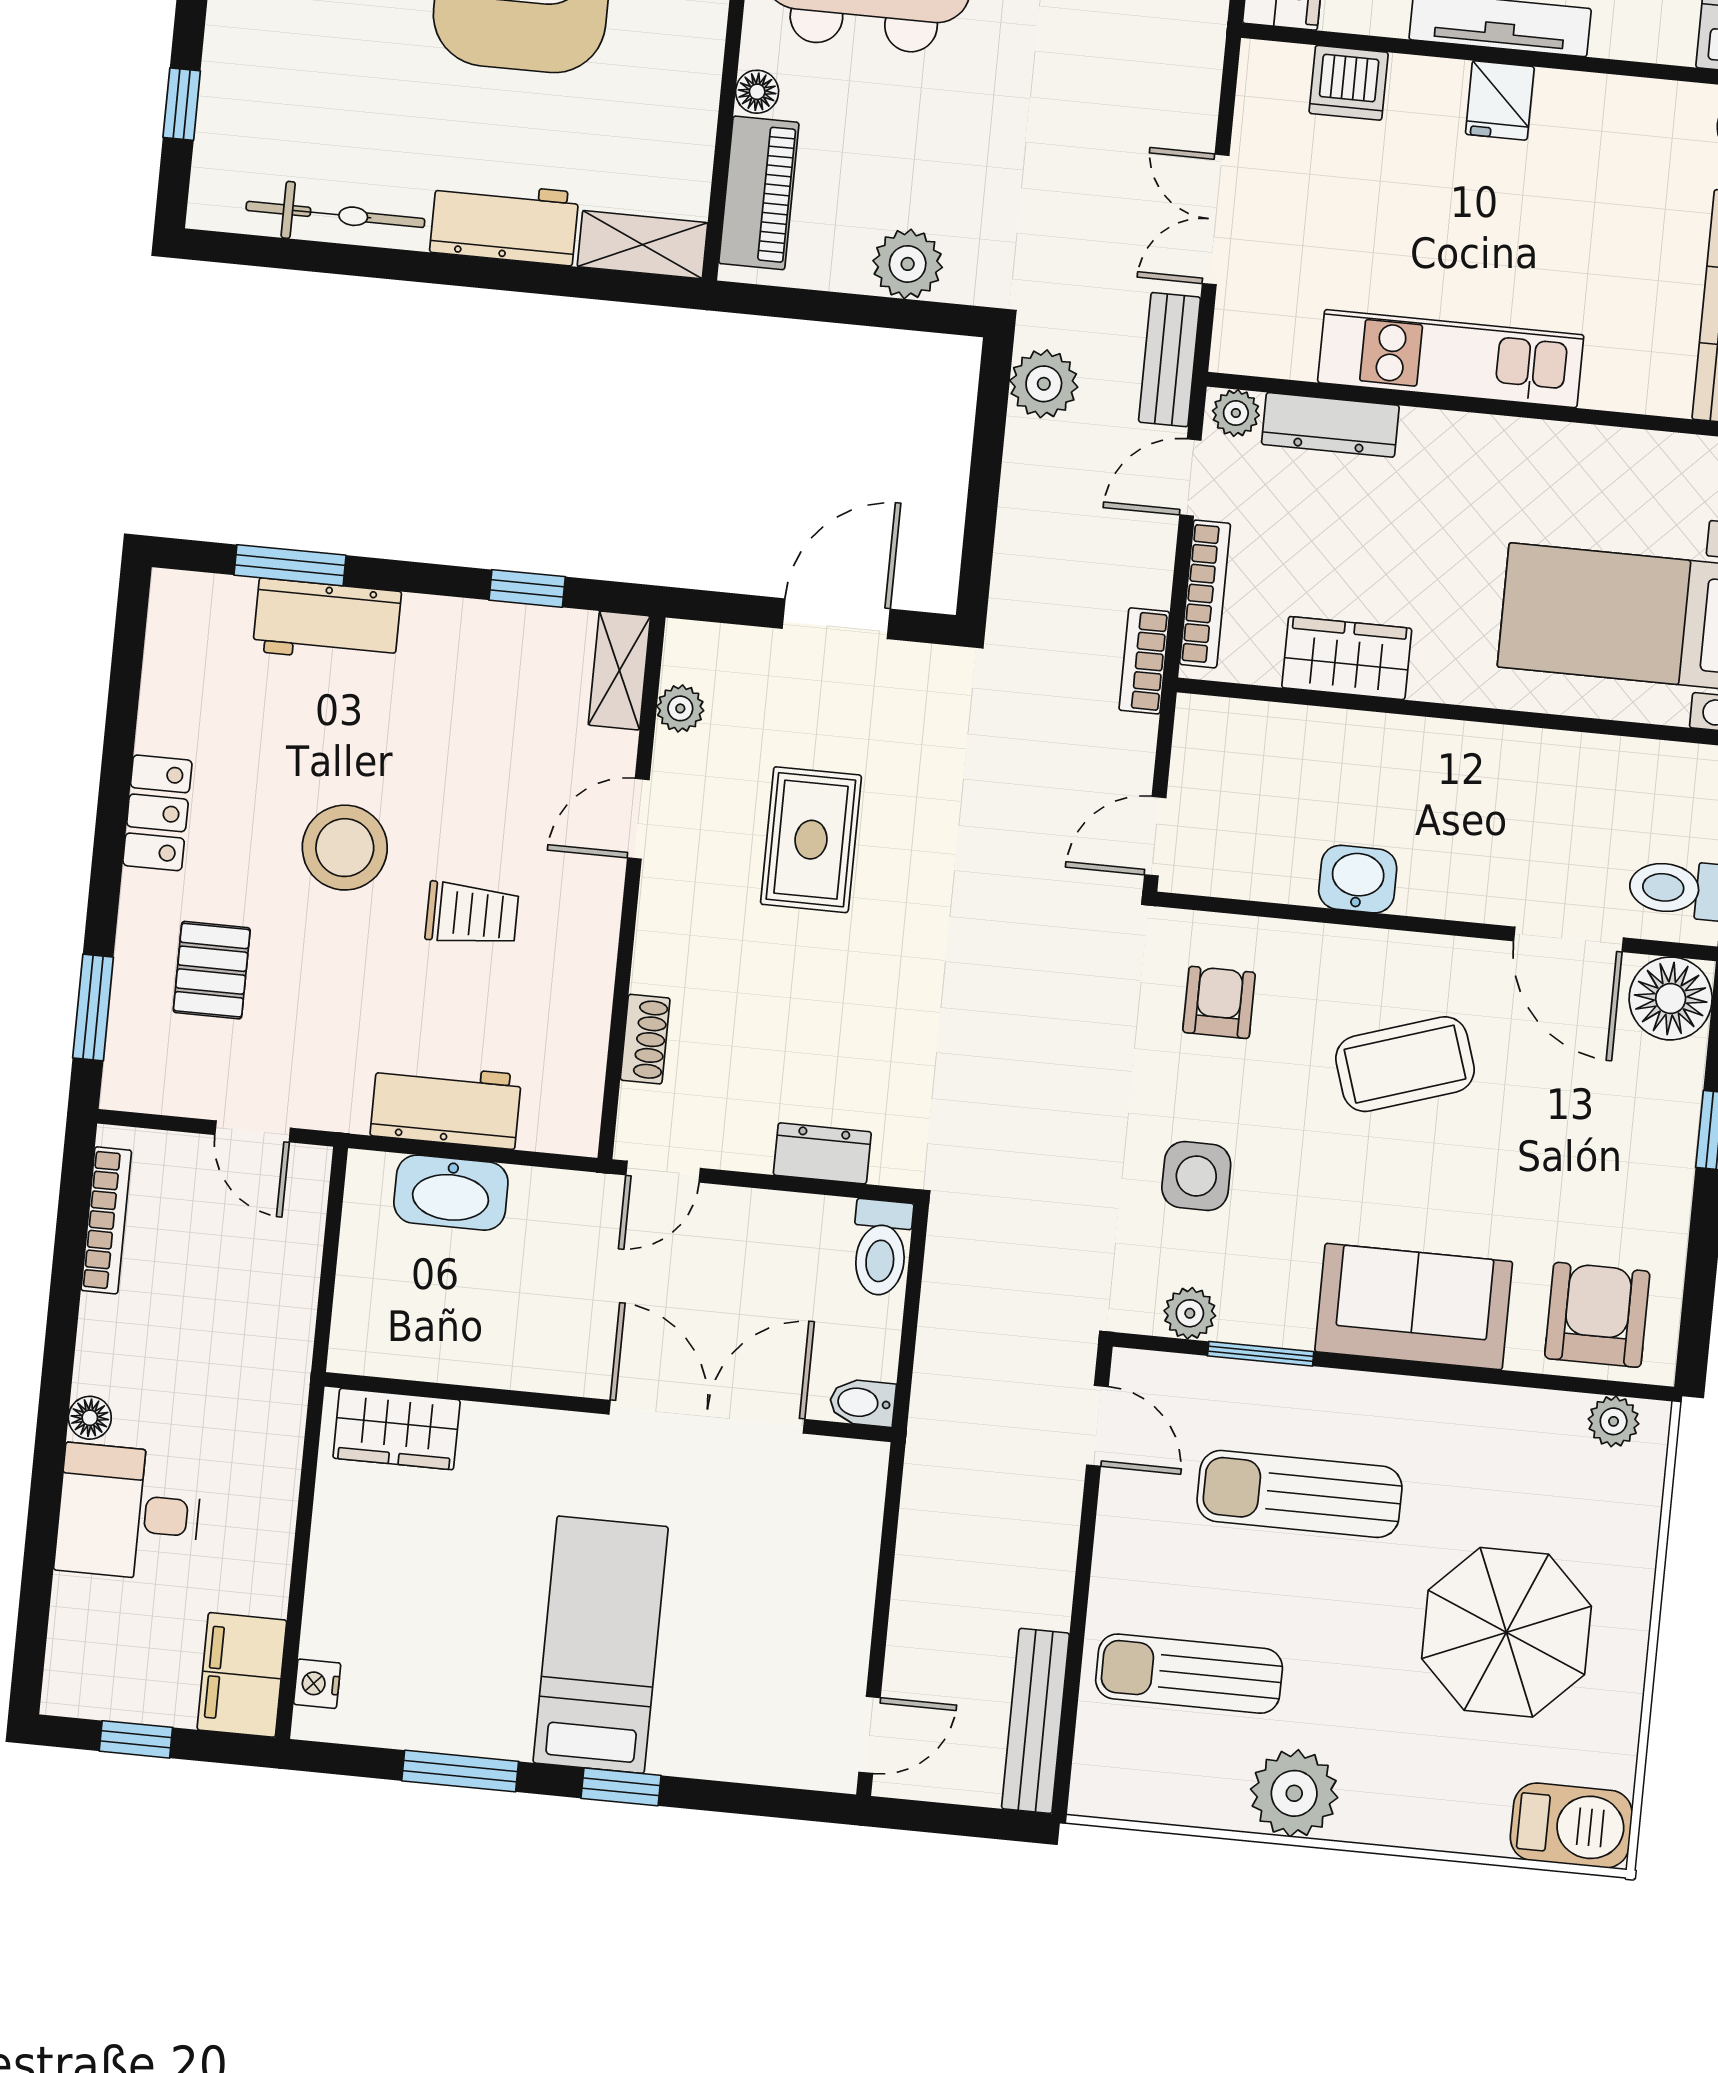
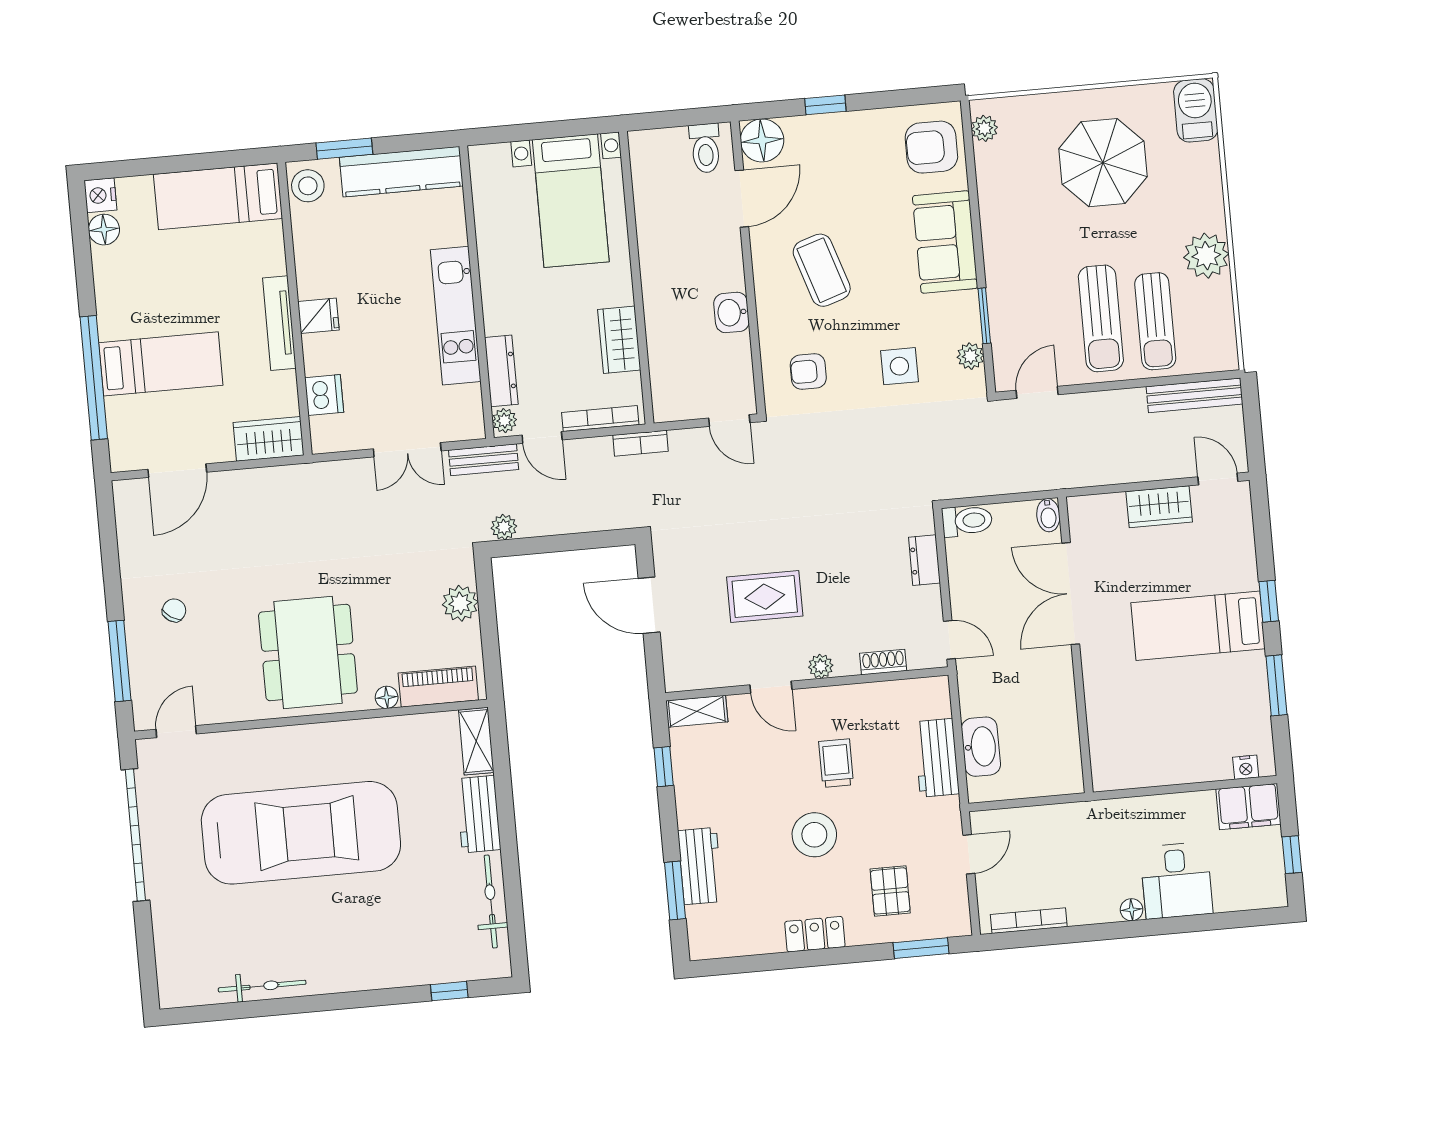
plant: (1044, 384) -> (504, 527), width x0.73, depth x0.73
plant: (680, 708) -> (821, 666), moved
pallet: (212, 970) -> (890, 891), turned 90
wardrobe: (397, 1429) -> (1159, 507), moved, turned 90
sun lounger: (1299, 1494) -> (1101, 318), moved

